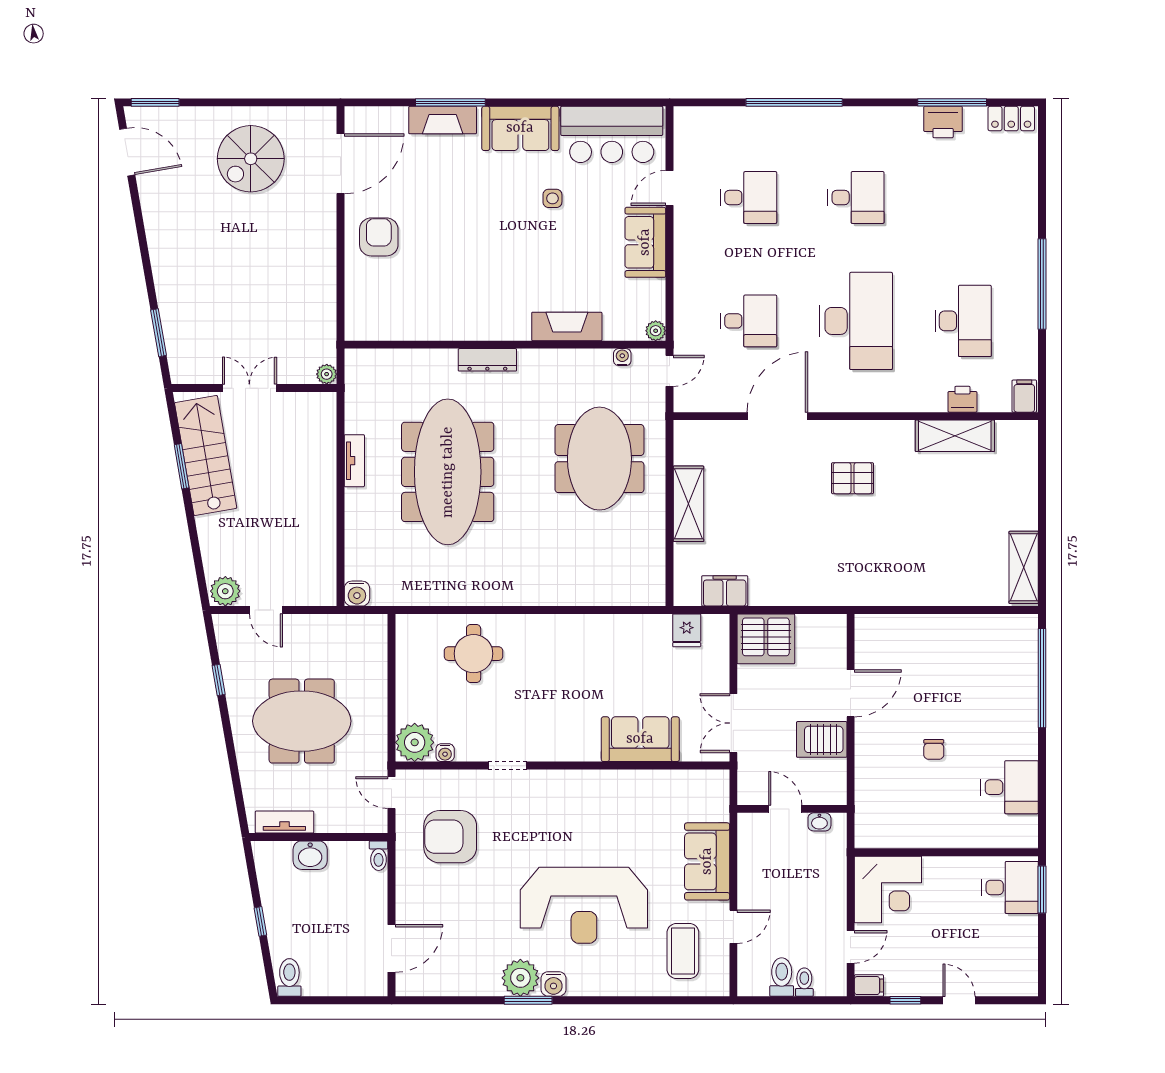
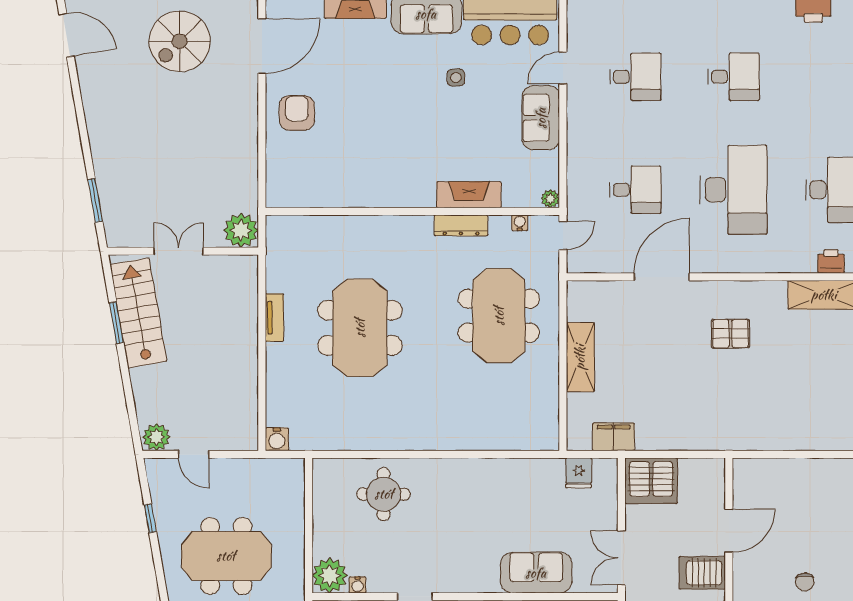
dresser: (487, 360) -> (461, 225), moved
plant: (327, 374) -> (241, 230), width x1.88, depth x1.88
meeting table: (448, 472) -> (360, 328), width x0.73

